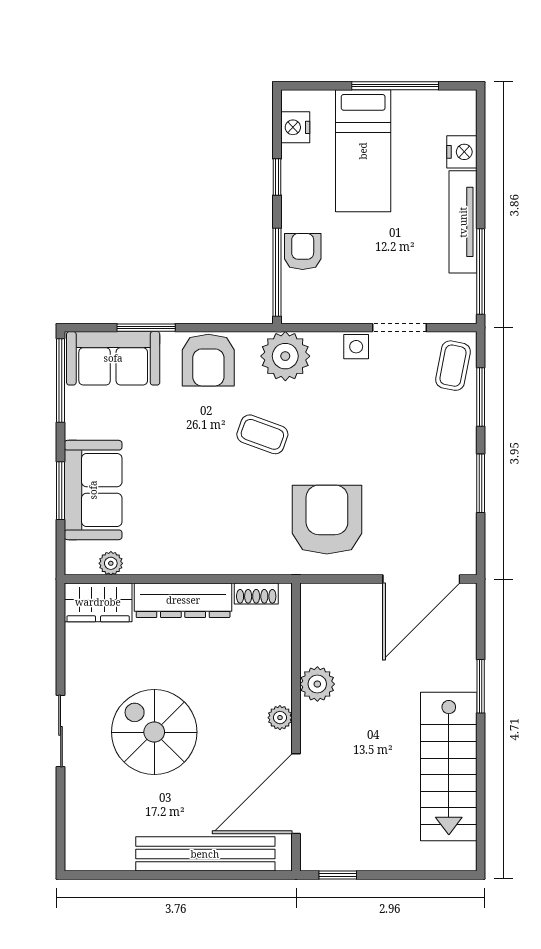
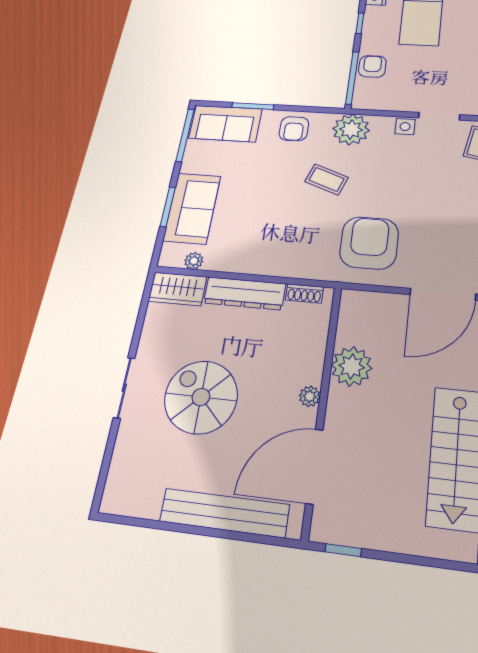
armchair: (208, 360) -> (294, 129), width x0.72, depth x0.72
plant: (317, 684) -> (352, 366), width x1.36, depth x1.36

